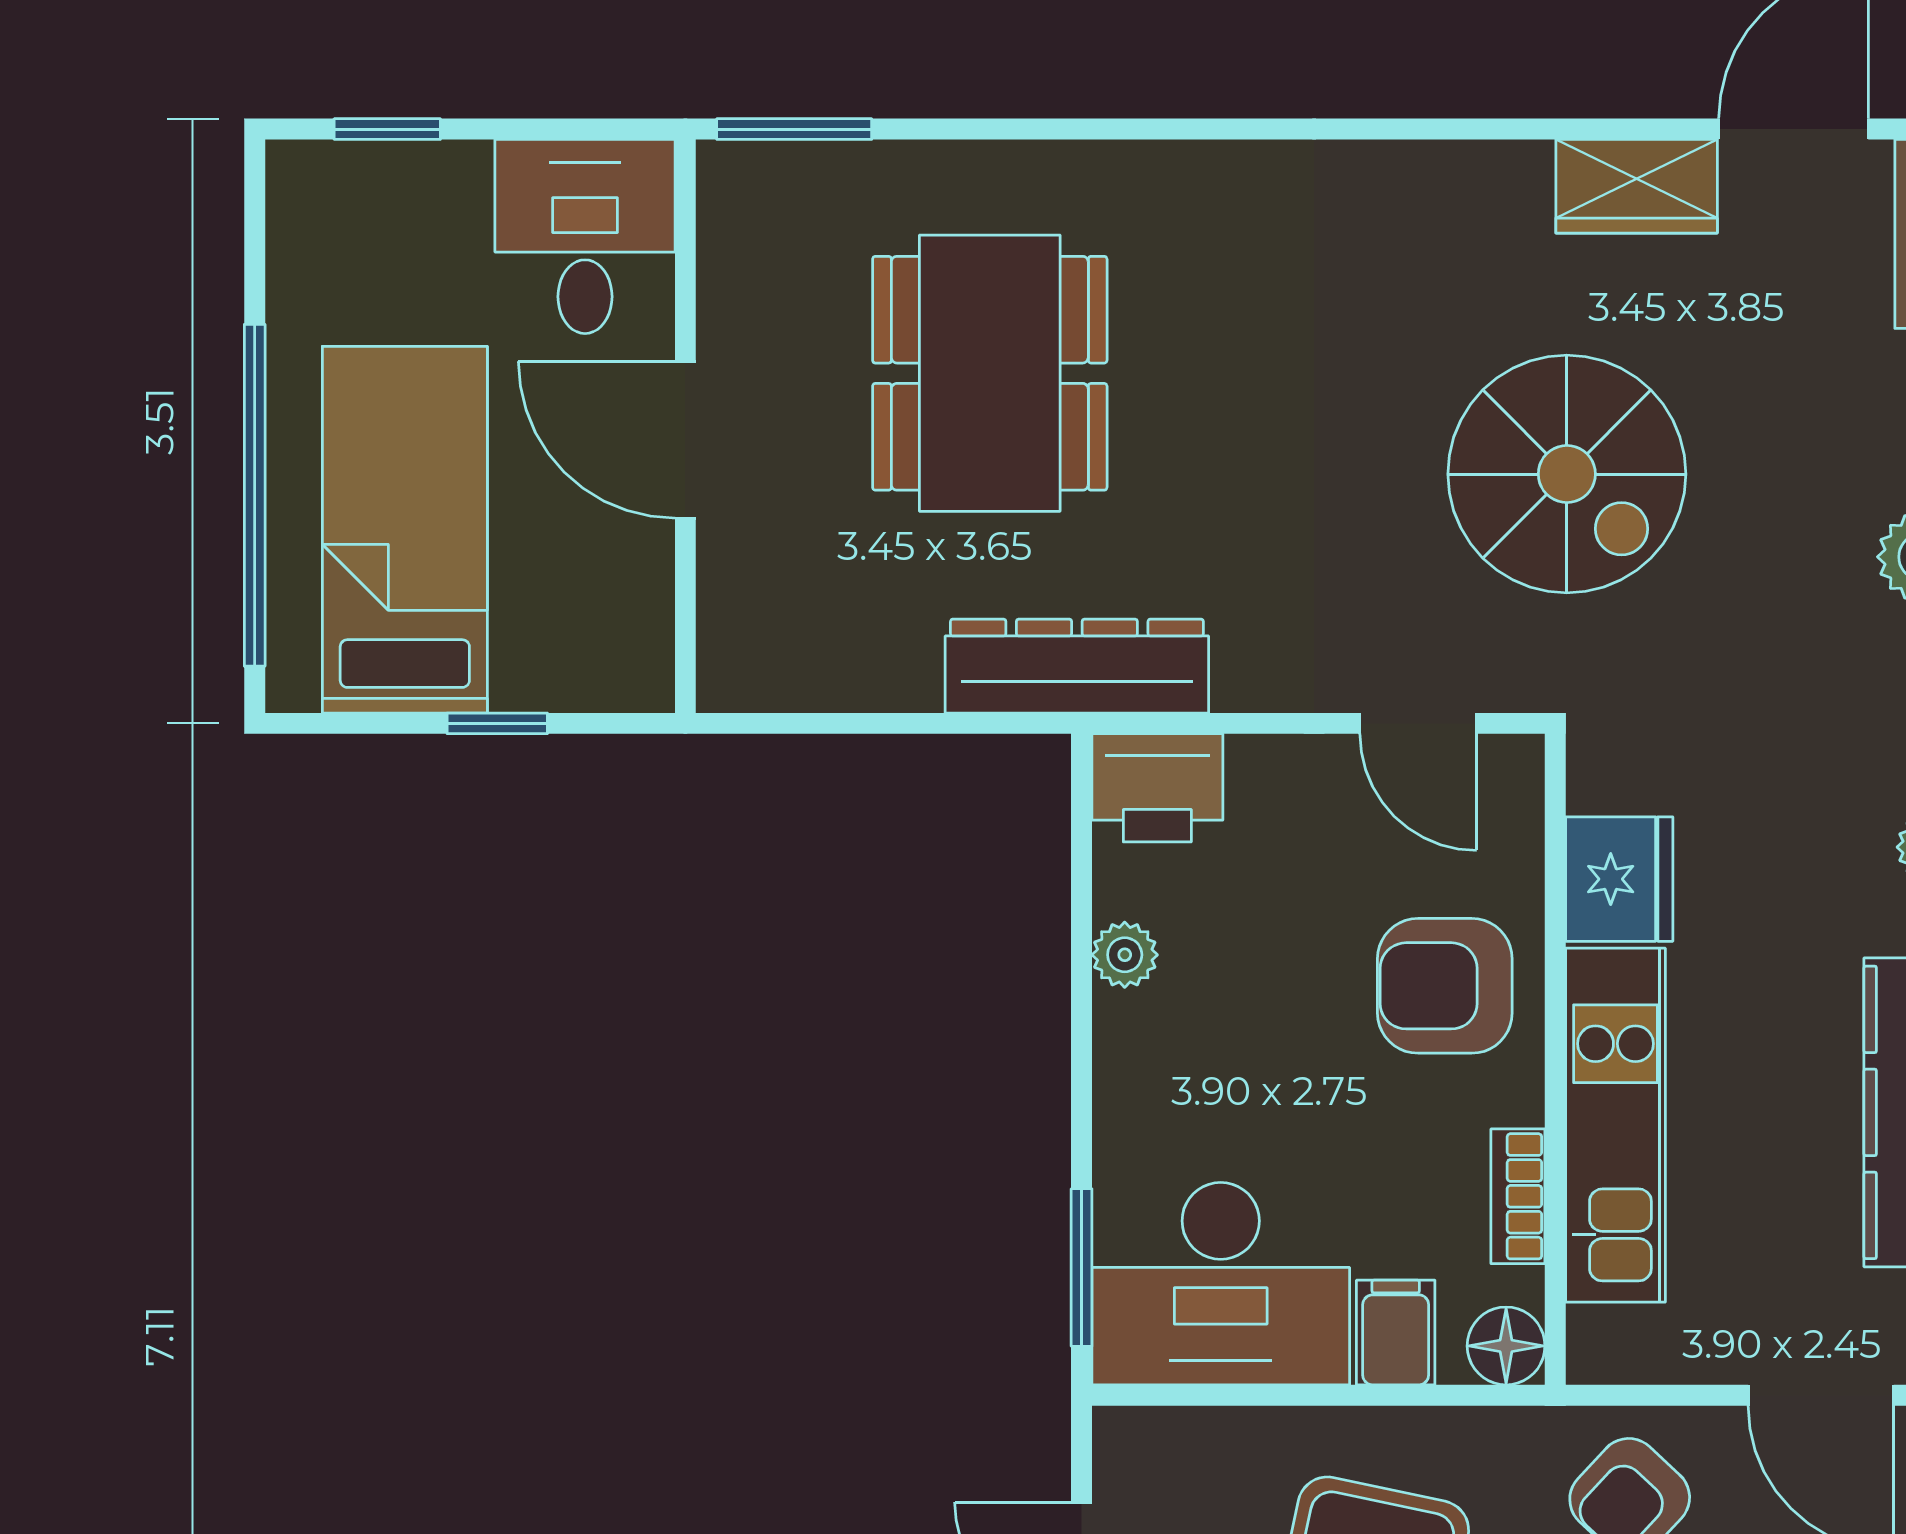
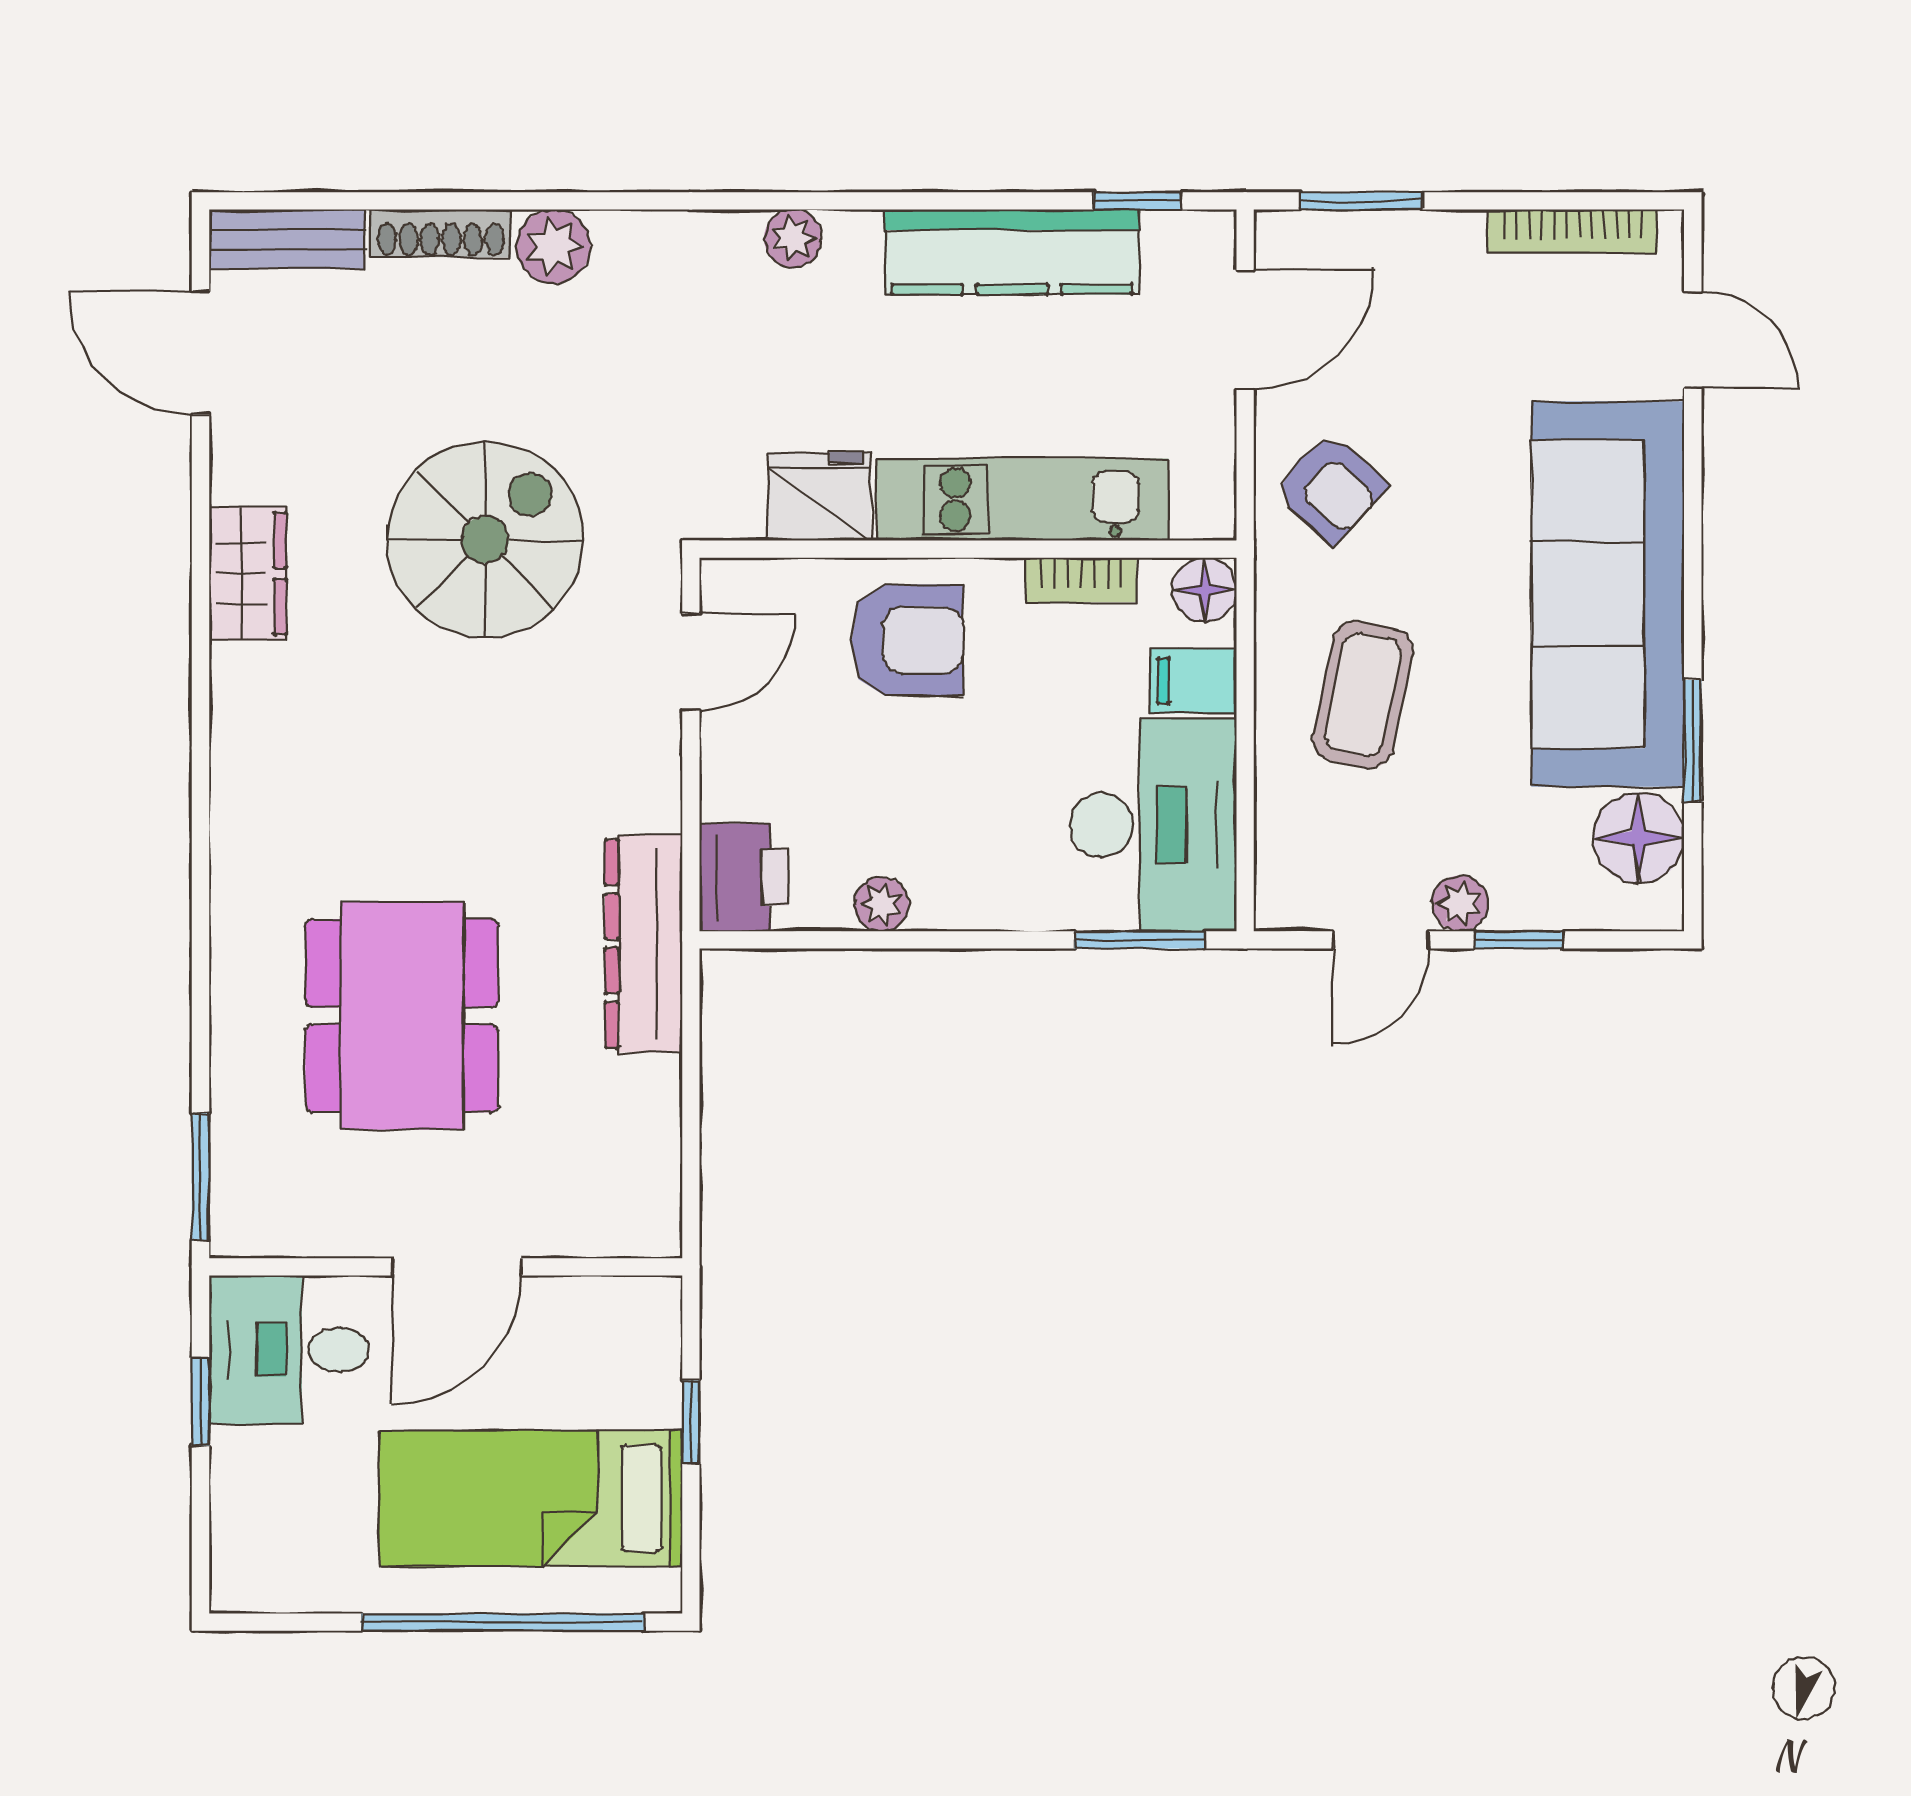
window: (387, 129) -> (201, 1402), moved
wardrobe: (1637, 186) -> (248, 573), moved
dining table: (990, 373) -> (402, 1016), turned 90
armchair: (1445, 986) -> (907, 640), turned -90

